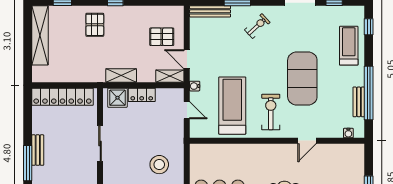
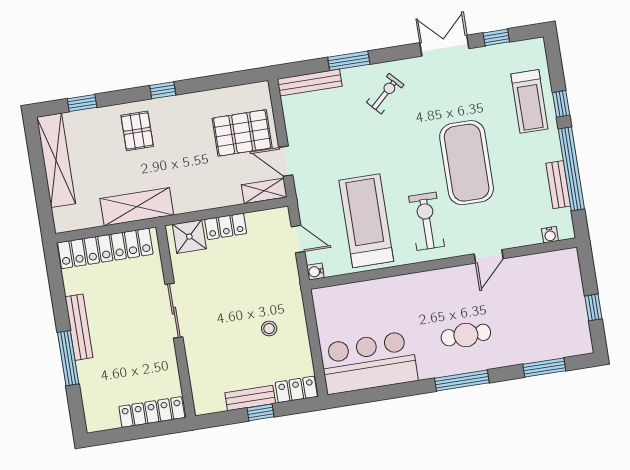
window: (369, 27) -> (561, 104), moved
pallet: (162, 37) -> (242, 133), width x1.50, depth x1.42
treadmill: (349, 46) -> (529, 101), turned 180
shelving: (121, 76) -> (137, 207), moved, width x1.50, depth x1.33
water cooler: (195, 86) -> (315, 272), moved
bench: (38, 150) -> (79, 327), width x1.36
stool: (159, 165) -> (269, 328), width x0.53, depth x0.53

